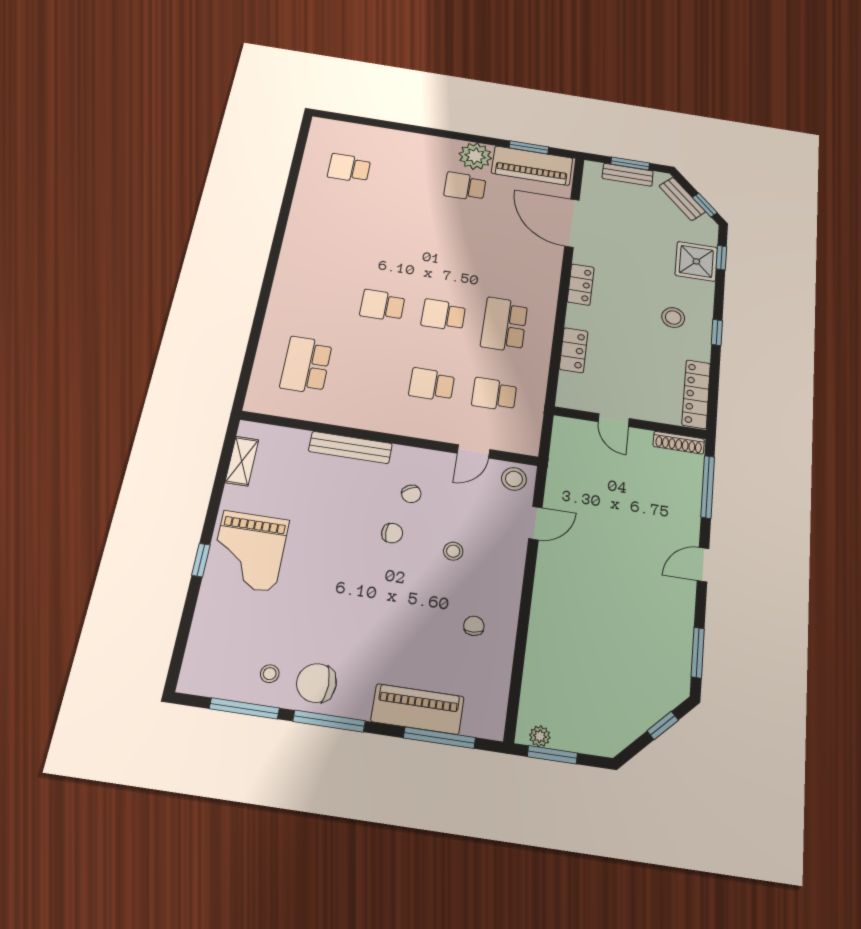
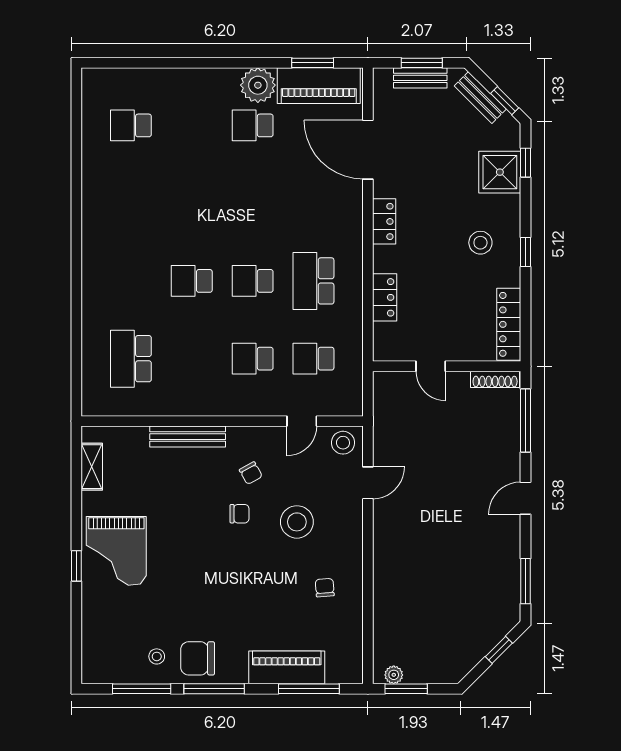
stool: (453, 551) -> (297, 522), width x1.89, depth x1.89

